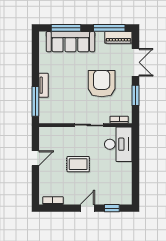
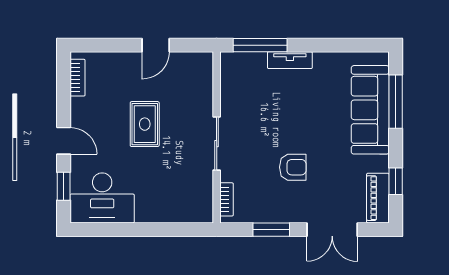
window: (109, 28) -> (396, 181), width x0.46
armchair: (102, 84) -> (293, 167), width x0.53, depth x0.53
desk: (118, 144) -> (102, 198), moved
door: (35, 158) -> (156, 45), hinge flipped

